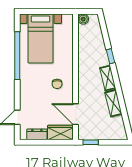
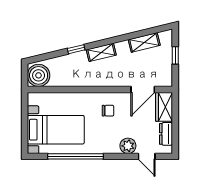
boiler: (83, 19) -> (39, 75), width x1.86, depth x1.86
plant: (27, 101) -> (128, 146), added
shelving: (113, 103) -> (144, 42), moved
window: (91, 142) -> (175, 55), moved

